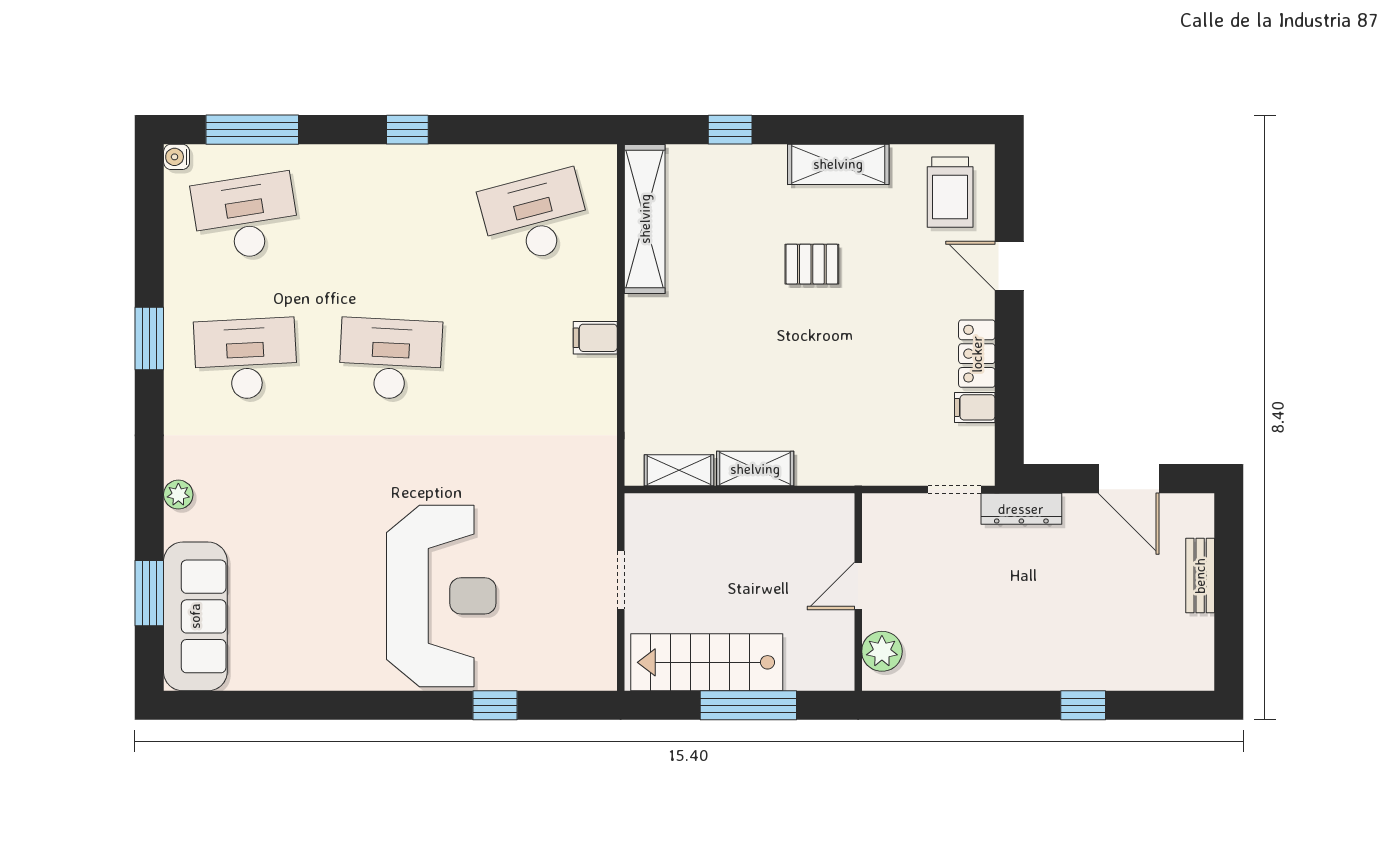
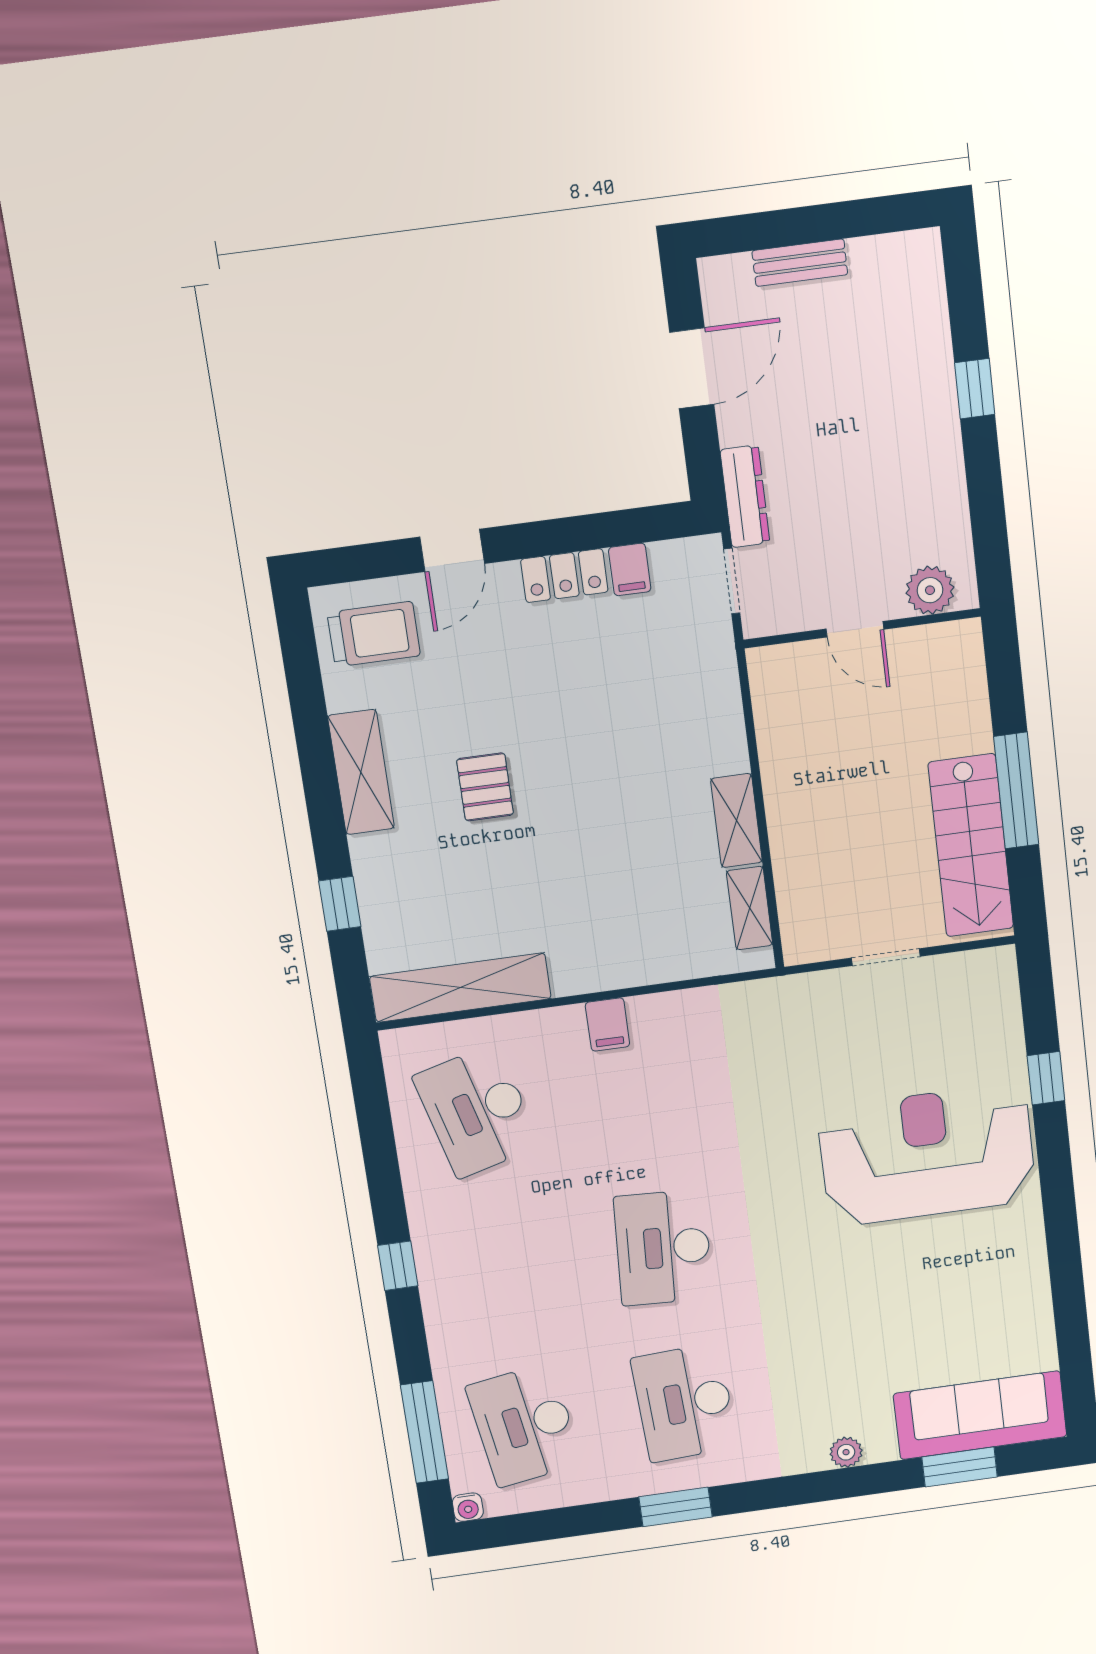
door: (858, 586) -> (855, 629), moved
wall: (858, 592) -> (862, 628), moved
plant: (882, 651) -> (930, 590), moved

